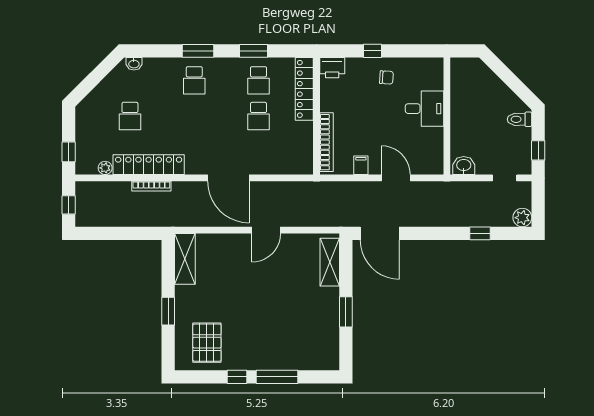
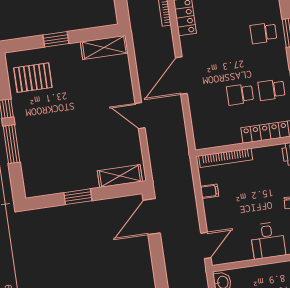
door: (396, 178) -> (206, 245), moved

